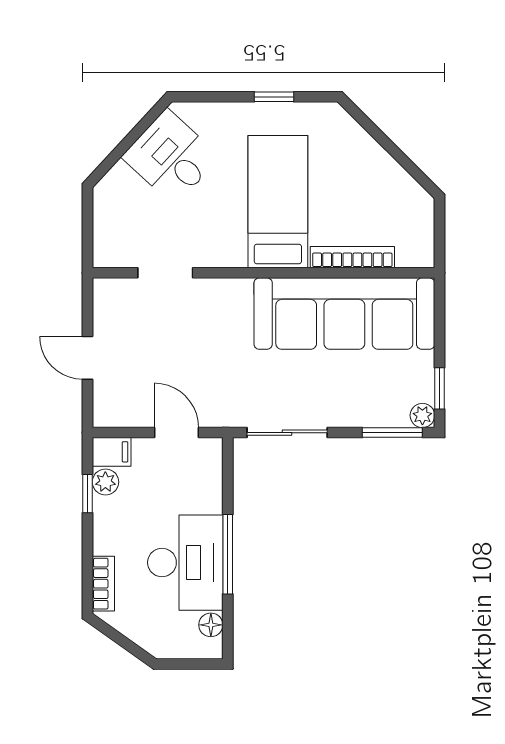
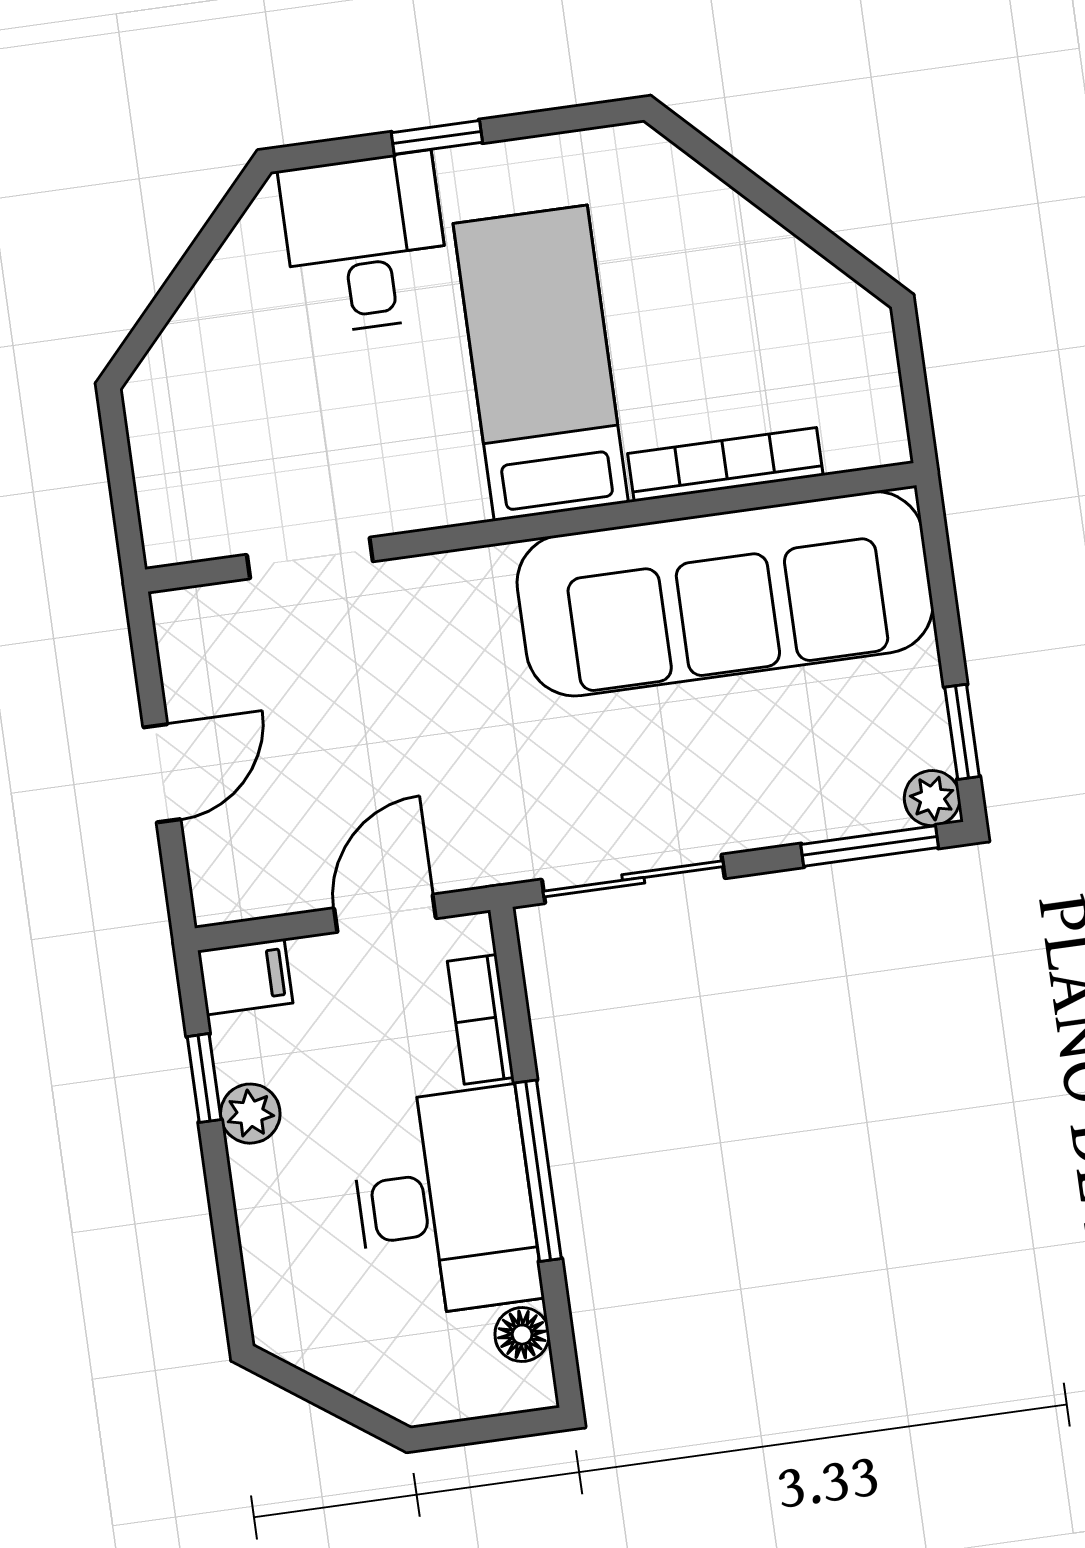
window: (274, 97) -> (437, 137), moved
desk: (171, 157) -> (365, 243), moved, turned 47
door: (87, 358) -> (162, 773), swing flipped
door: (177, 433) -> (385, 913), hinge flipped
plant: (105, 482) -> (250, 1114), moved
bookcase: (103, 584) -> (481, 1019), moved, turned 180

